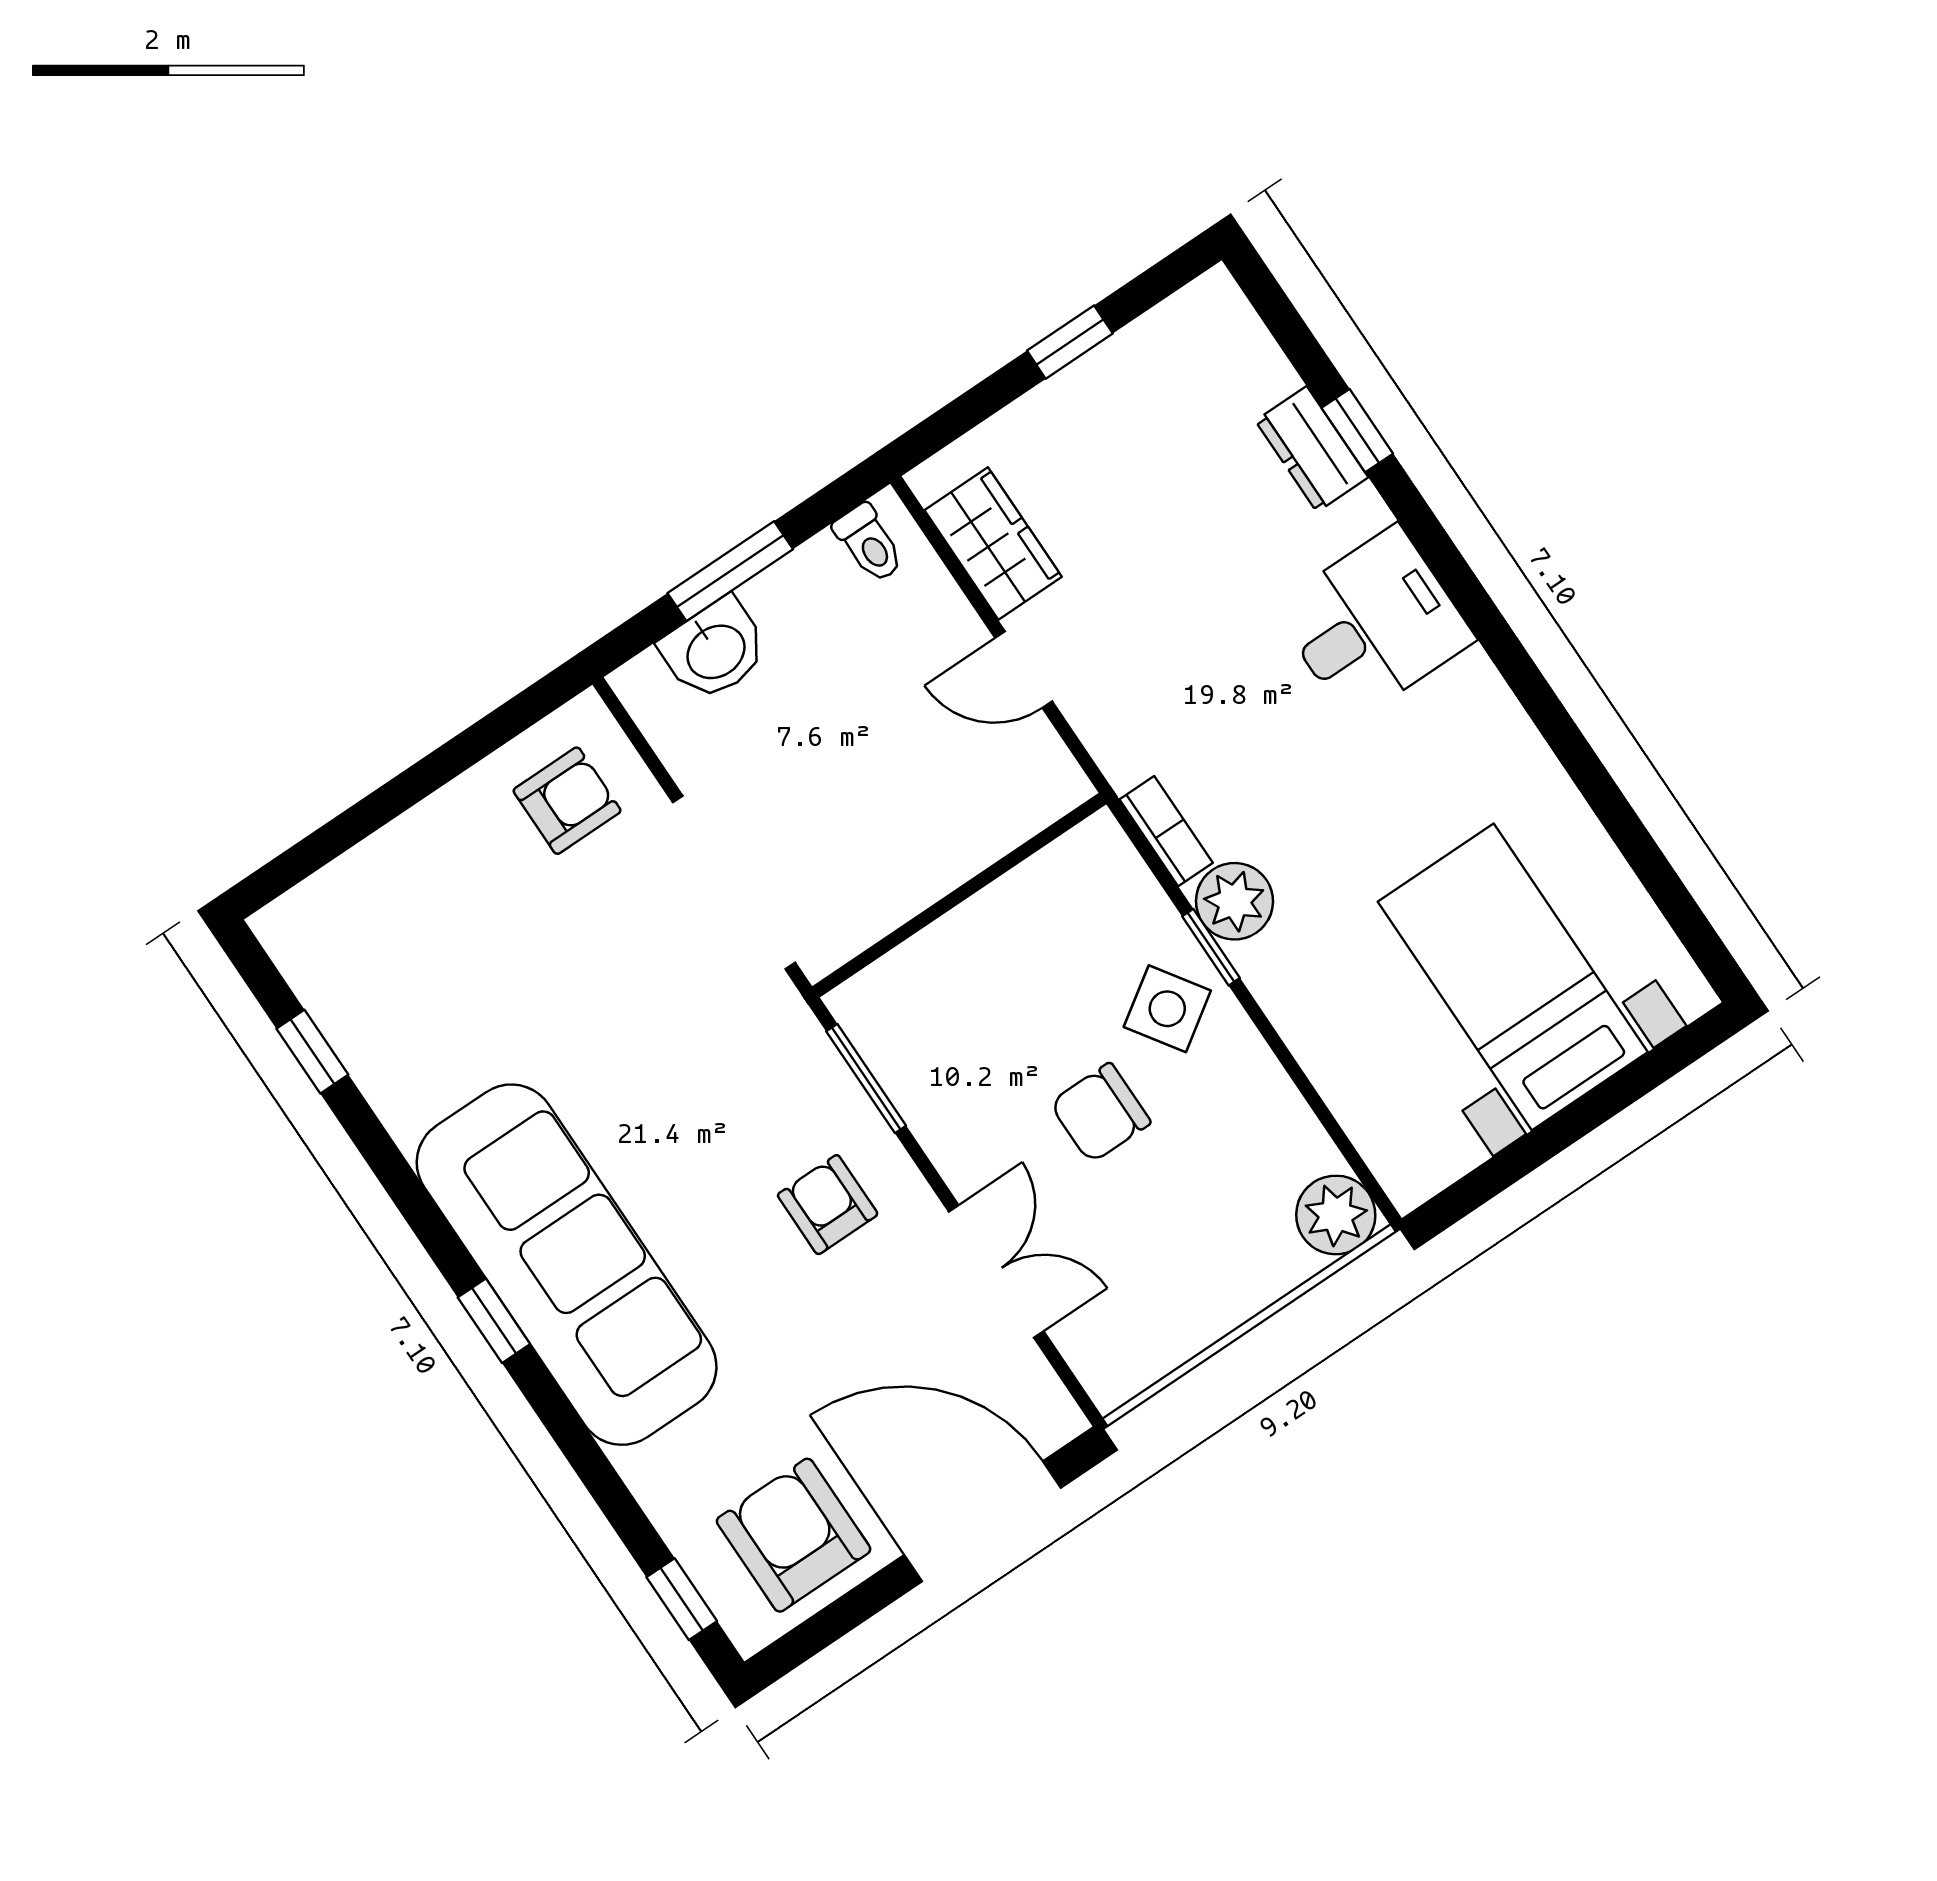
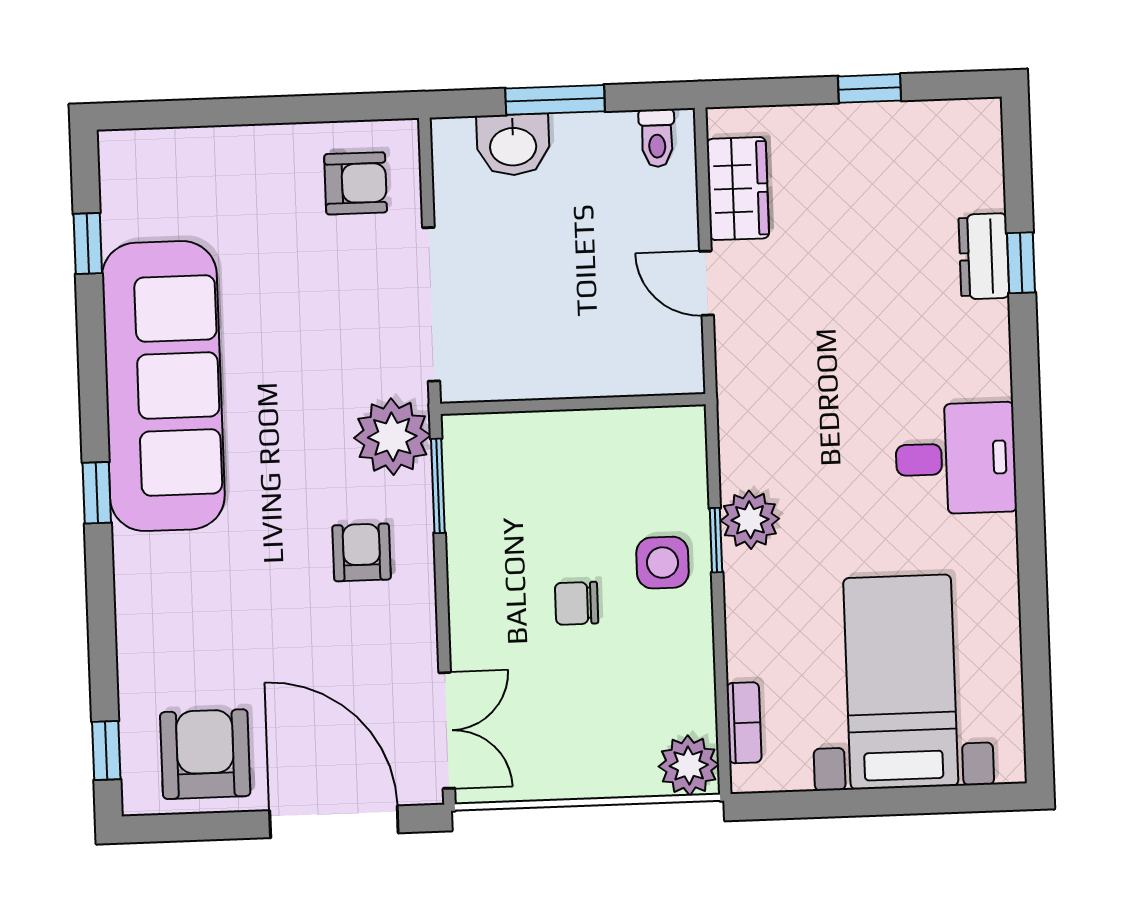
desk: (1374, 624) -> (956, 459), moved
bookcase: (1166, 831) -> (744, 723), moved
side table: (1167, 1009) -> (663, 563), turned 34
plant: (782, 1056) -> (392, 437), added
chair: (1100, 1113) -> (577, 603), width x0.73, depth x0.73
sofa: (567, 1265) -> (163, 386), moved
double door: (996, 1271) -> (447, 730), moved

